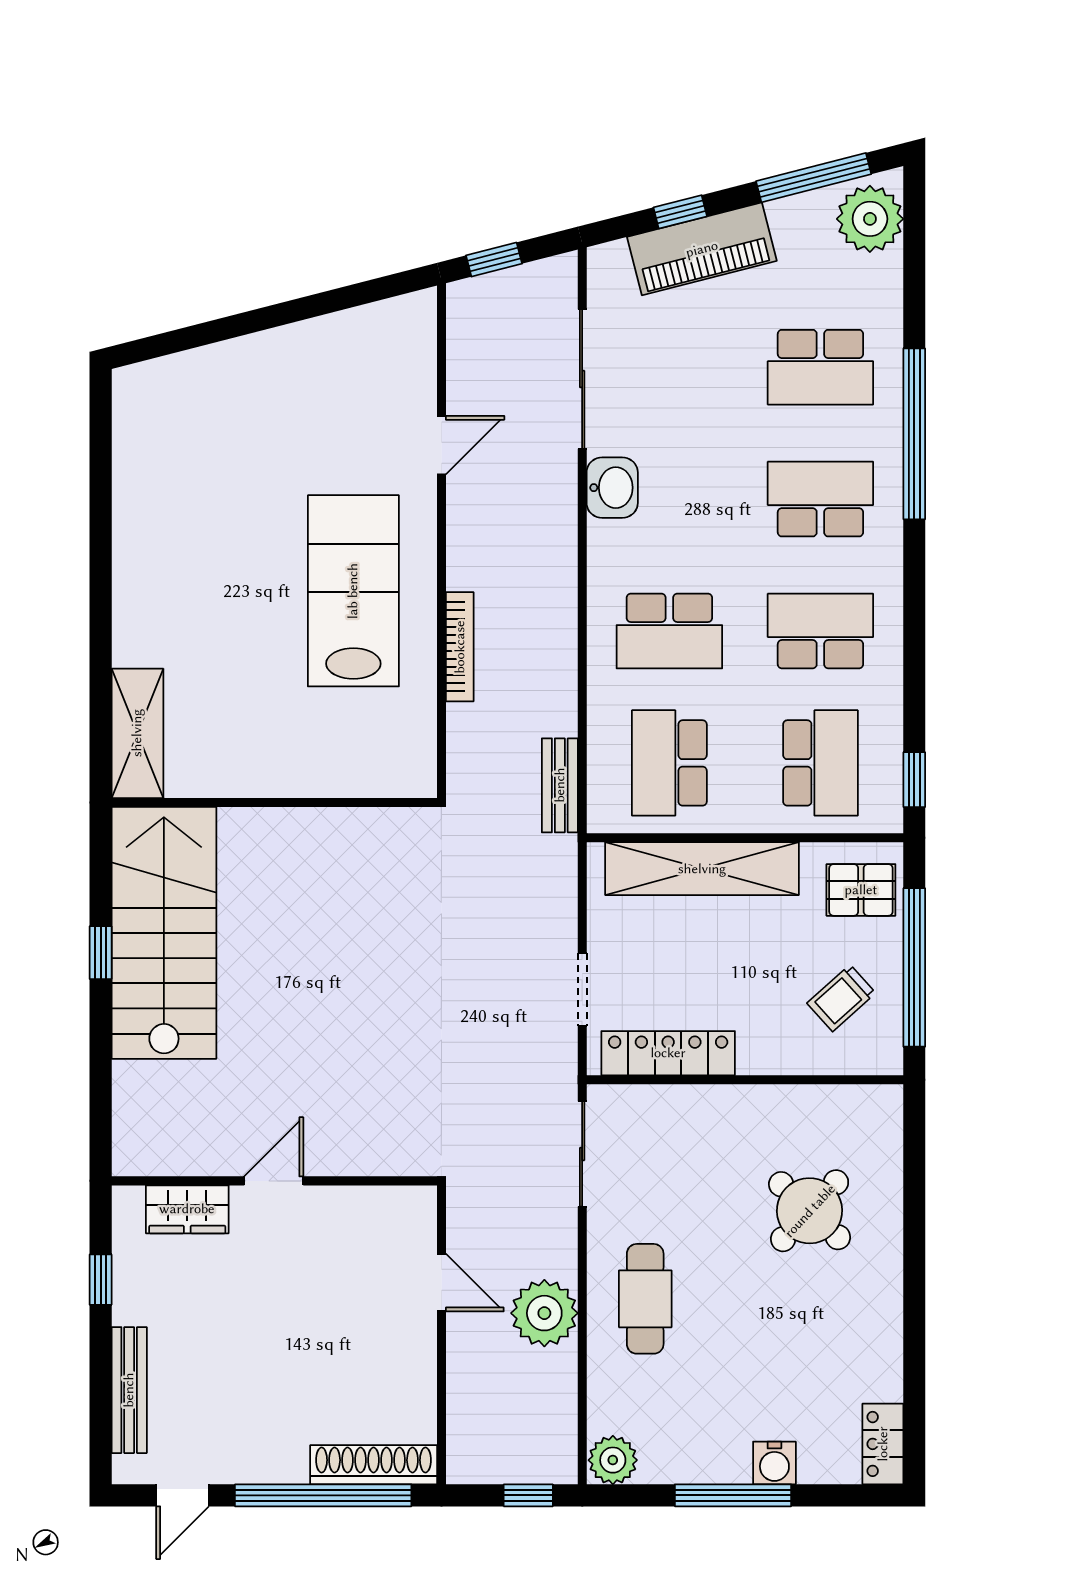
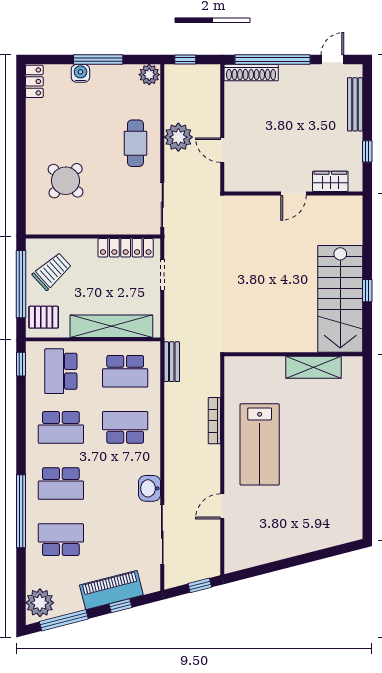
shelving: (137, 733) -> (314, 367), moved, turned 90
school desk: (669, 763) -> (125, 371), turned 90
trolley: (841, 998) -> (52, 271), width x1.36, depth x1.39

